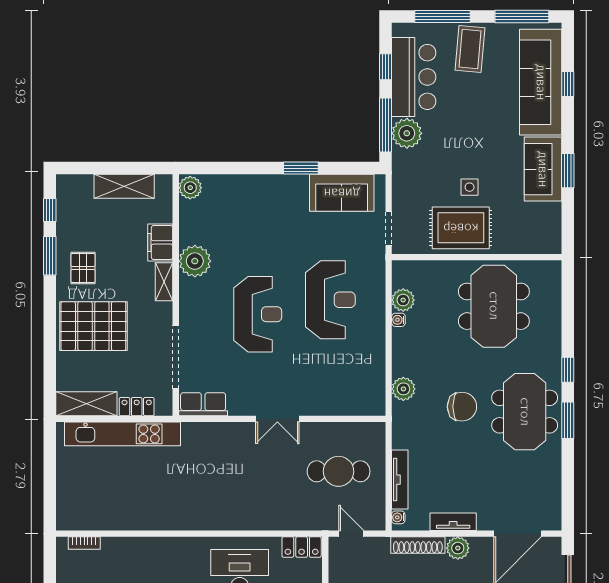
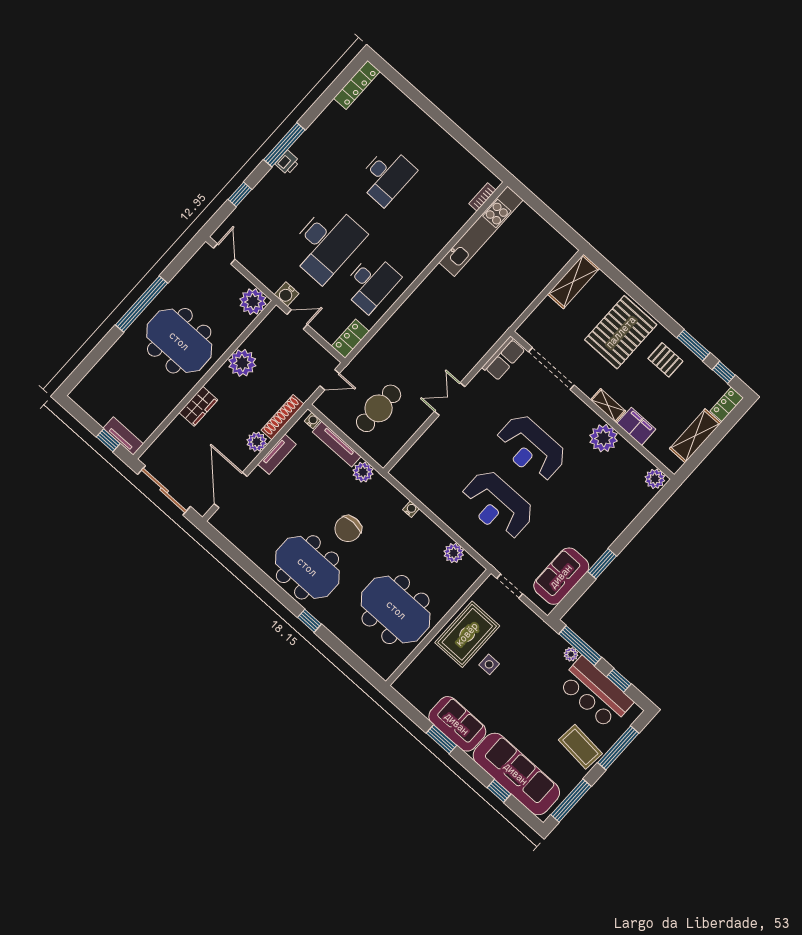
plant: (407, 133) -> (571, 654), width x0.53, depth x0.53
water cooler: (398, 320) -> (411, 509), moved
plant: (403, 389) -> (363, 472), moved
locker: (137, 407) -> (727, 404), moved, turned 180
window: (568, 420) -> (276, 591), removed
kitchen unit: (122, 434) -> (481, 231), moved, turned 180

